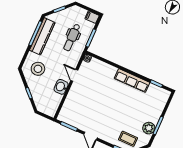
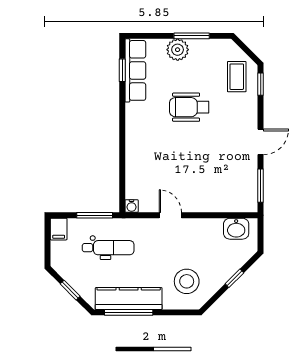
door: (74, 75) -> (170, 215), swing flipped
row of seats: (132, 80) -> (135, 70), moved
washbasin: (61, 87) -> (236, 229), moved
wheelchair: (123, 109) -> (189, 107), added
plant: (149, 128) -> (178, 50), moved

